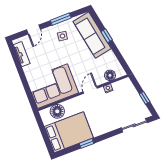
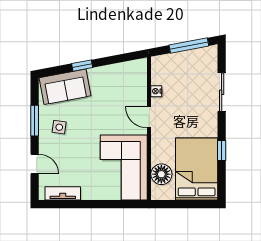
sofa: (92, 35) -> (65, 87), width x0.73
floor lamp: (110, 75) -> (139, 82), removed
window: (145, 98) -> (189, 45), width x2.17
sliding door: (134, 125) -> (222, 92), moved

